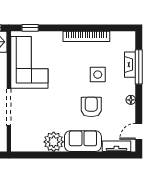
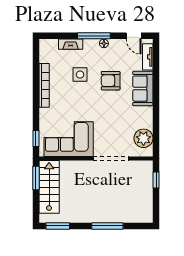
window: (139, 67) -> (94, 36), moved
plant: (54, 142) -> (143, 138), moved

